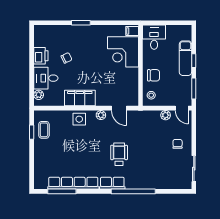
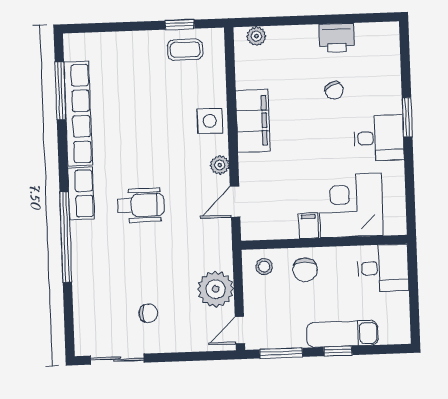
filing cabinet: (132, 31) -> (309, 226), moved
desk: (46, 78) -> (379, 138), moved, turned 90
plant: (166, 115) -> (216, 289), width x1.87, depth x1.87
chair: (178, 144) -> (148, 313), moved

